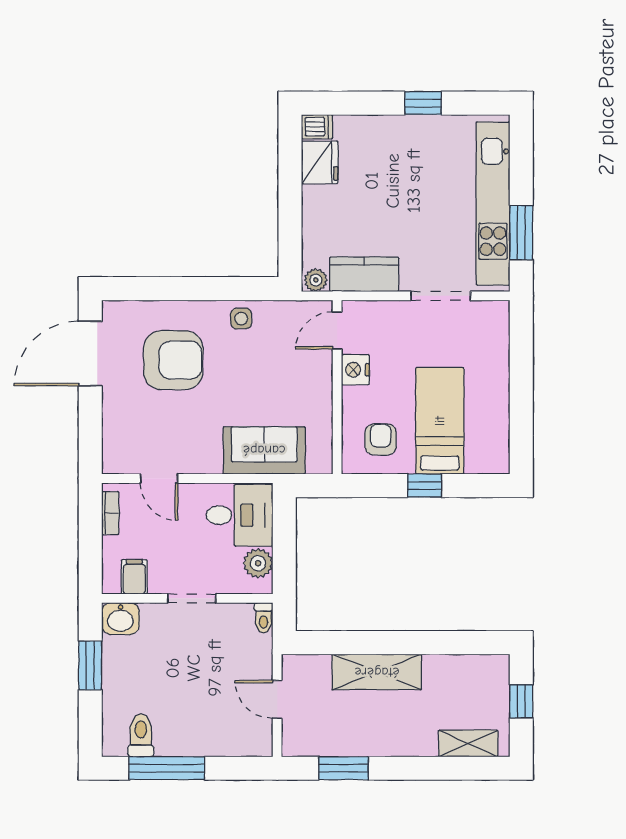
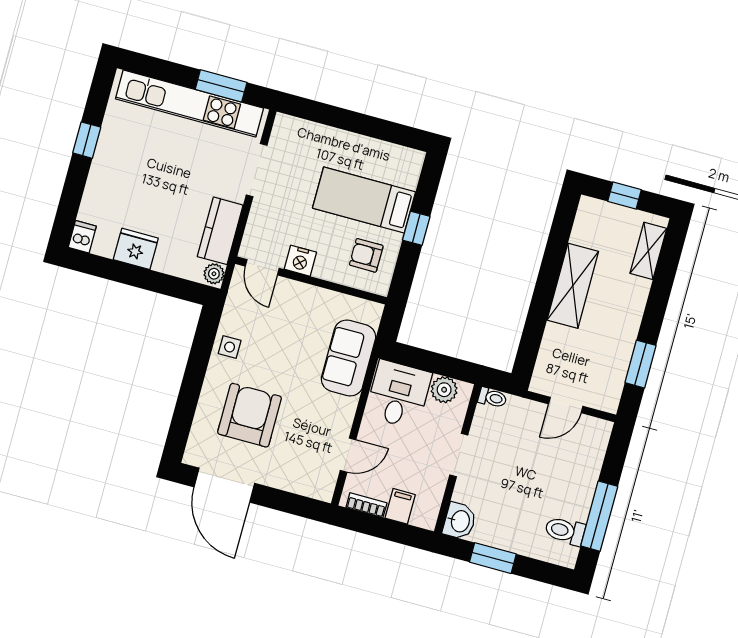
fridge: (320, 162) -> (136, 249), moved
filing cabinet: (134, 577) -> (400, 506), moved, turned 90
shelving: (377, 672) -> (573, 286), moved

